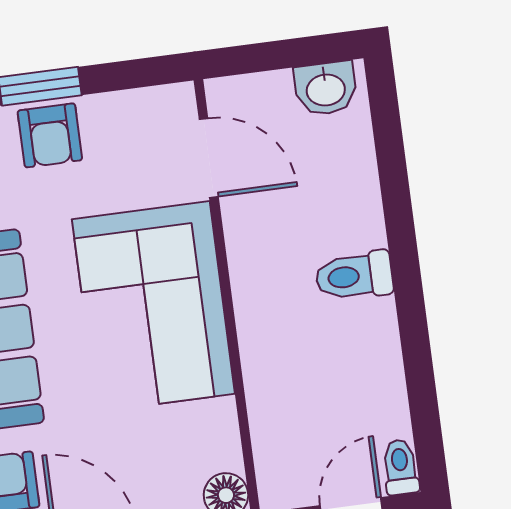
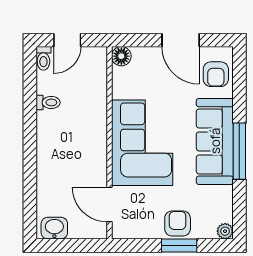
toilet: (354, 276) -> (48, 102), moved, width x0.73, depth x0.72

